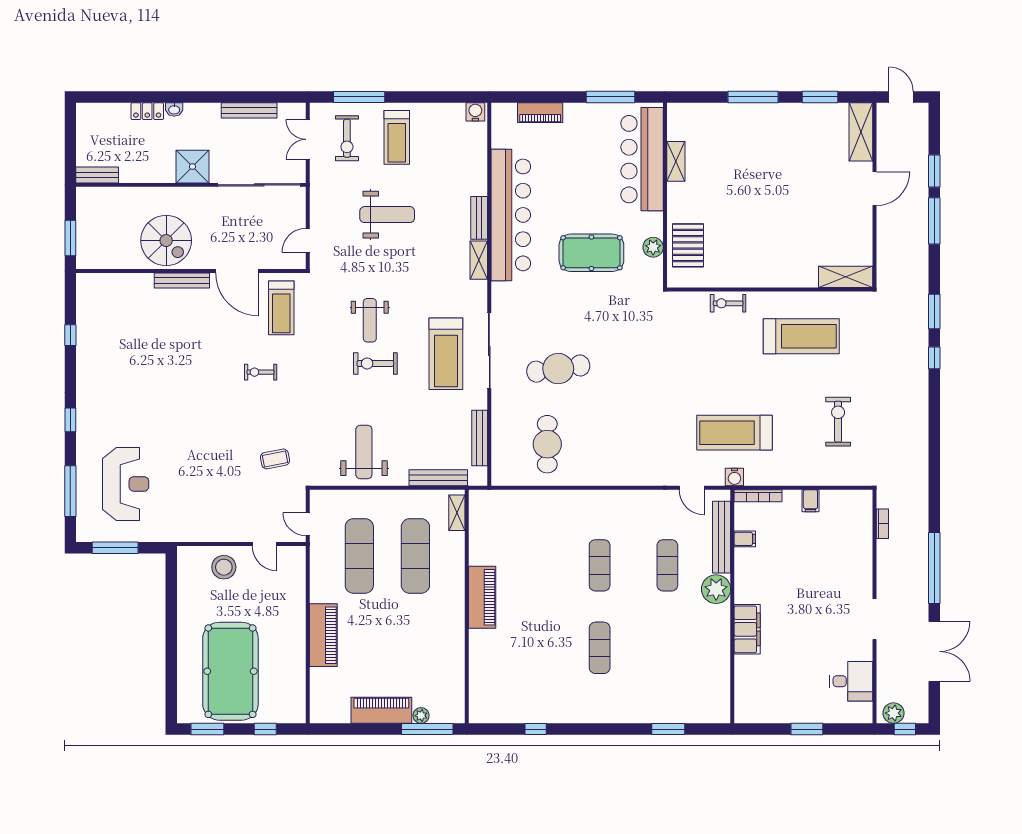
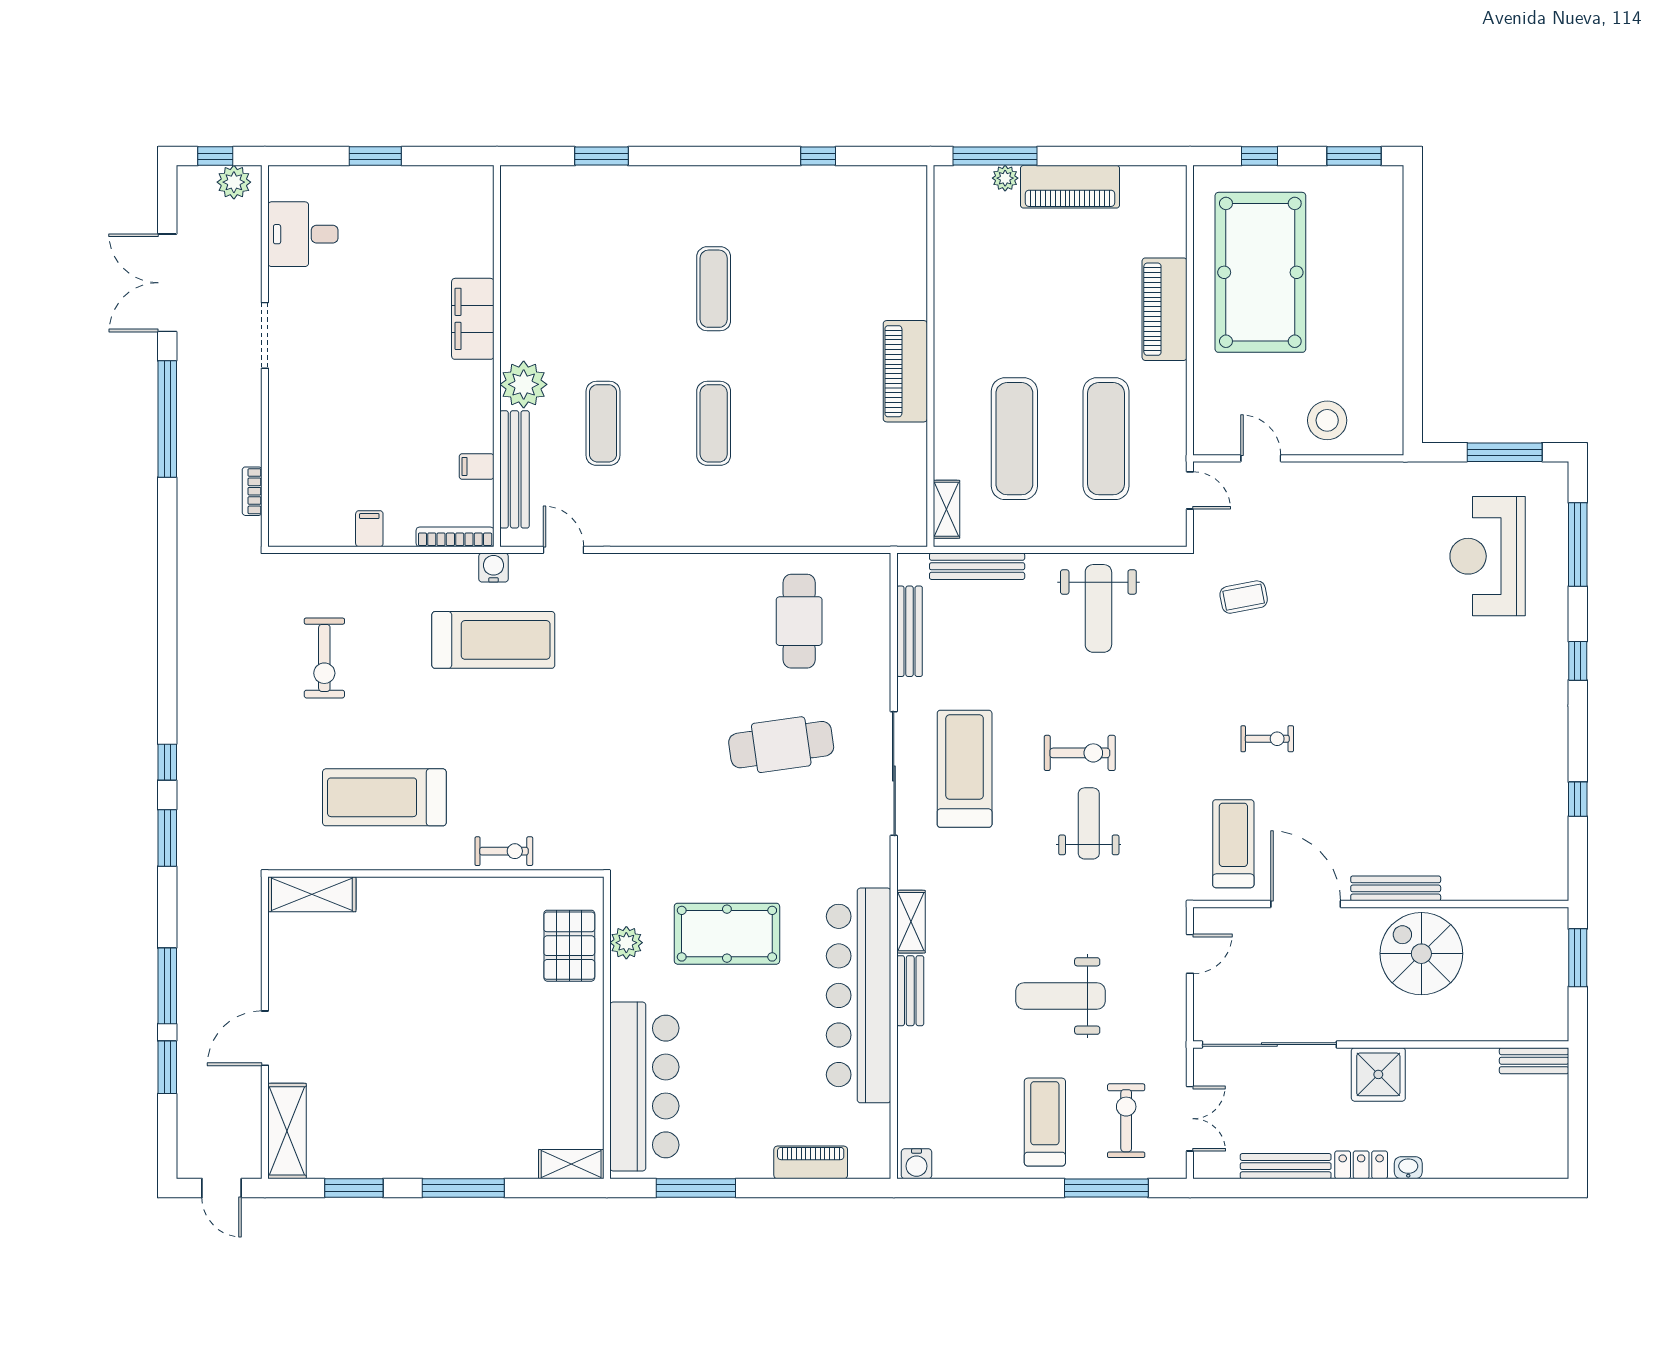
locker: (147, 111) -> (1361, 1165), moved
shelving: (676, 161) -> (571, 1164), moved, turned 90
pool table: (230, 671) -> (1260, 272), moved

